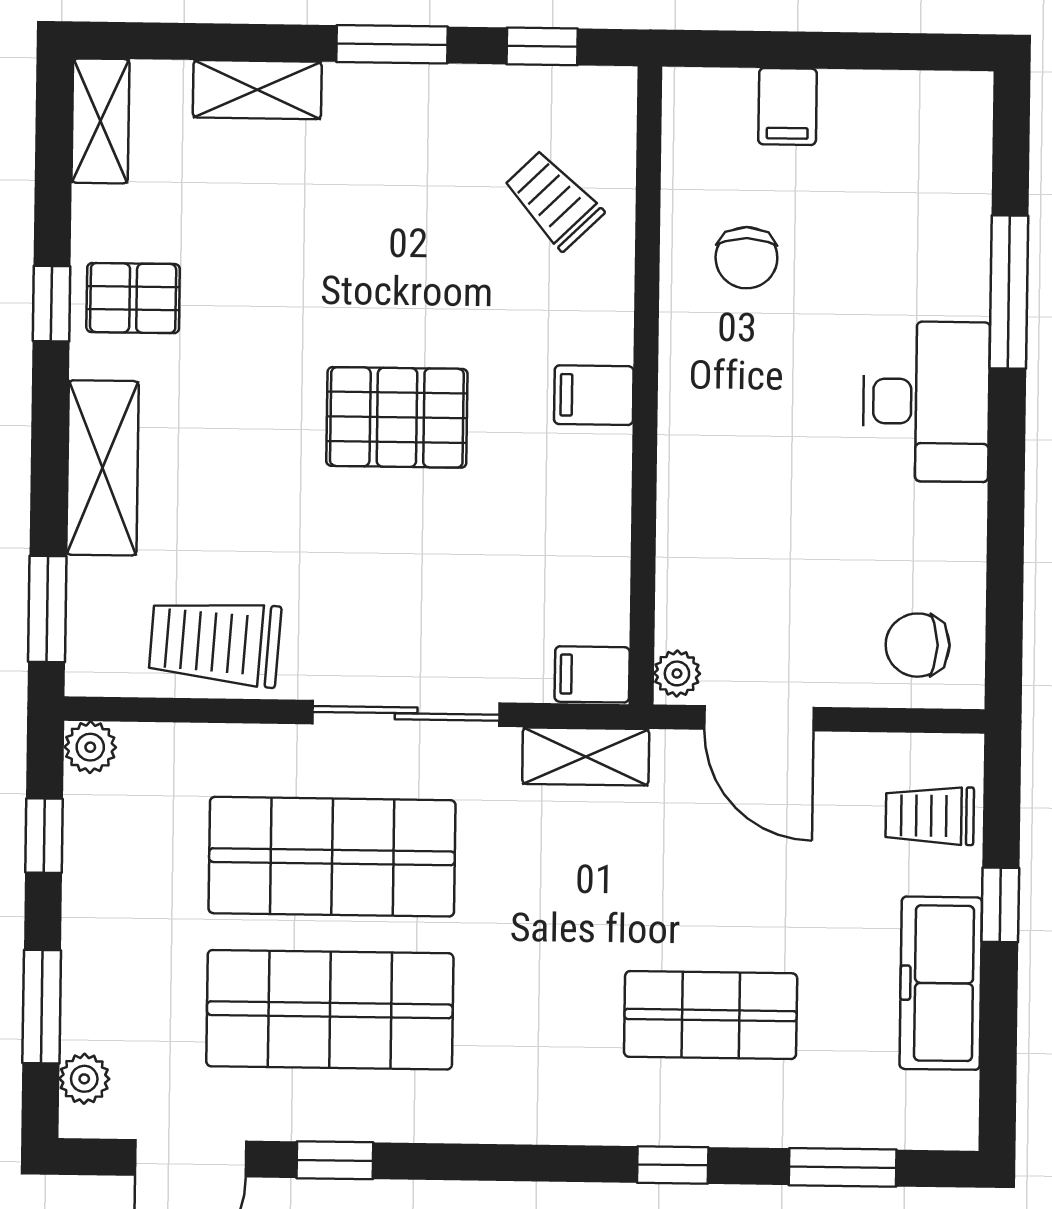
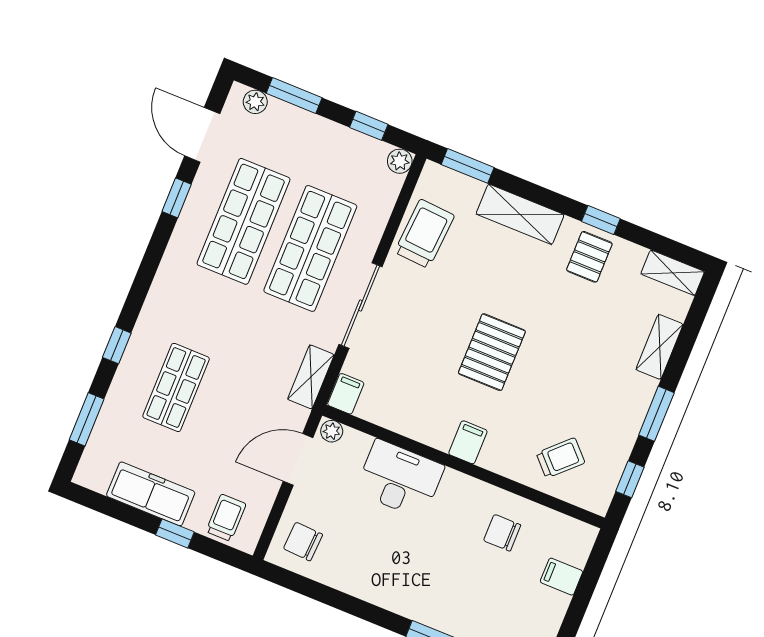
desk: (926, 401) -> (400, 479), moved, turned 180
chair: (918, 645) -> (303, 542), turned -87

